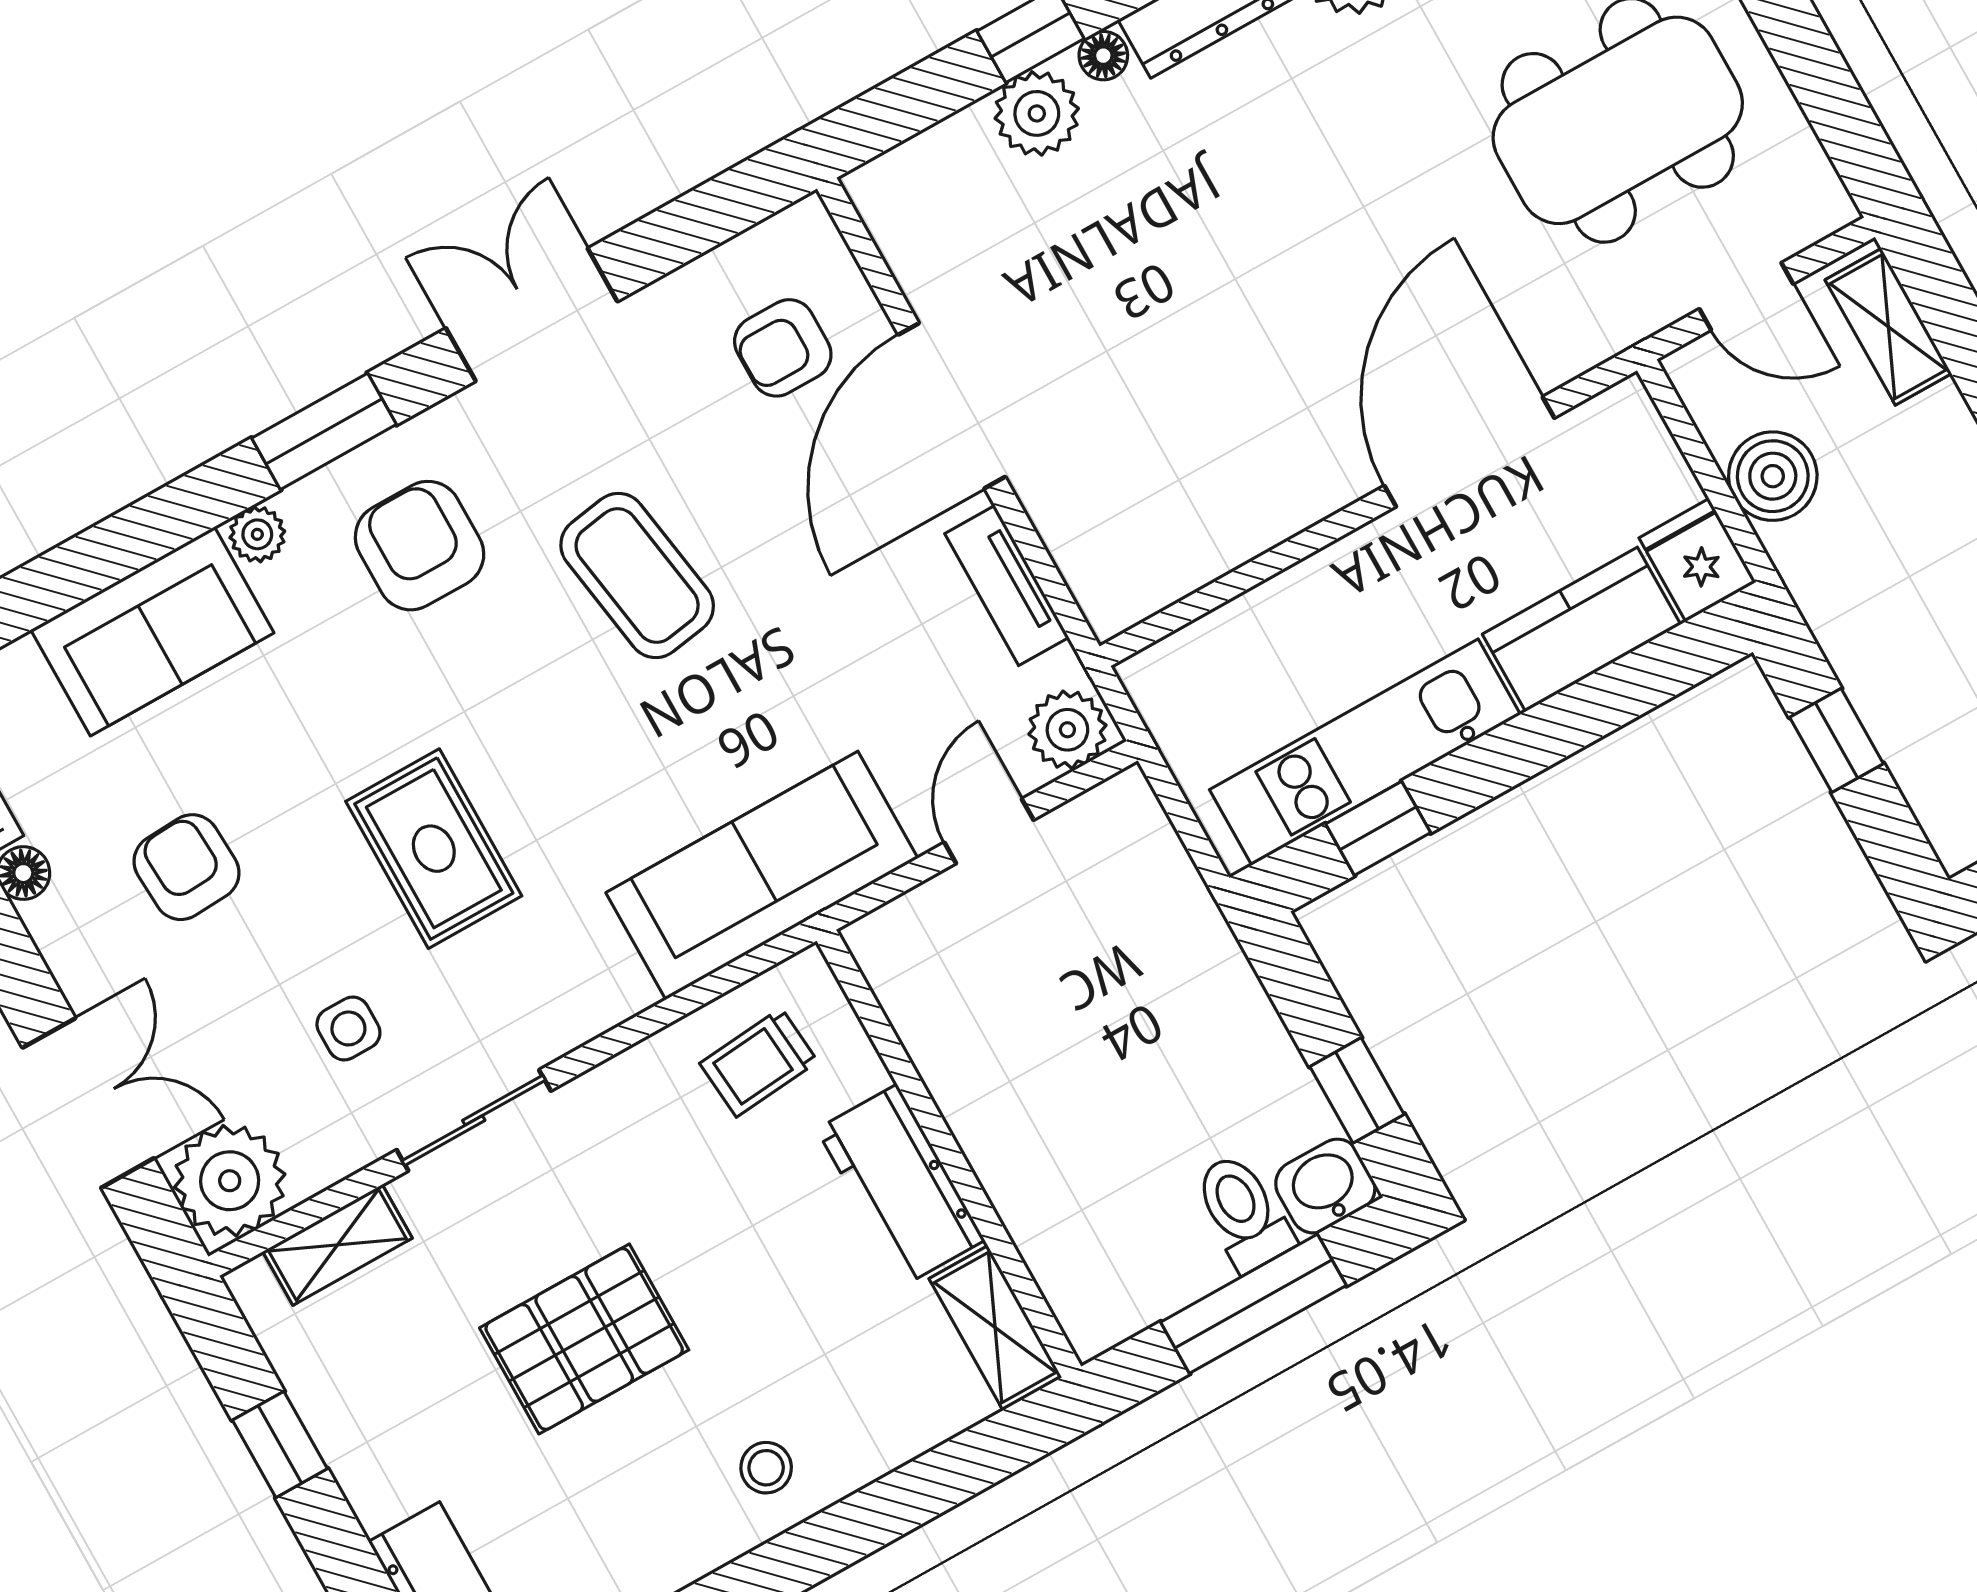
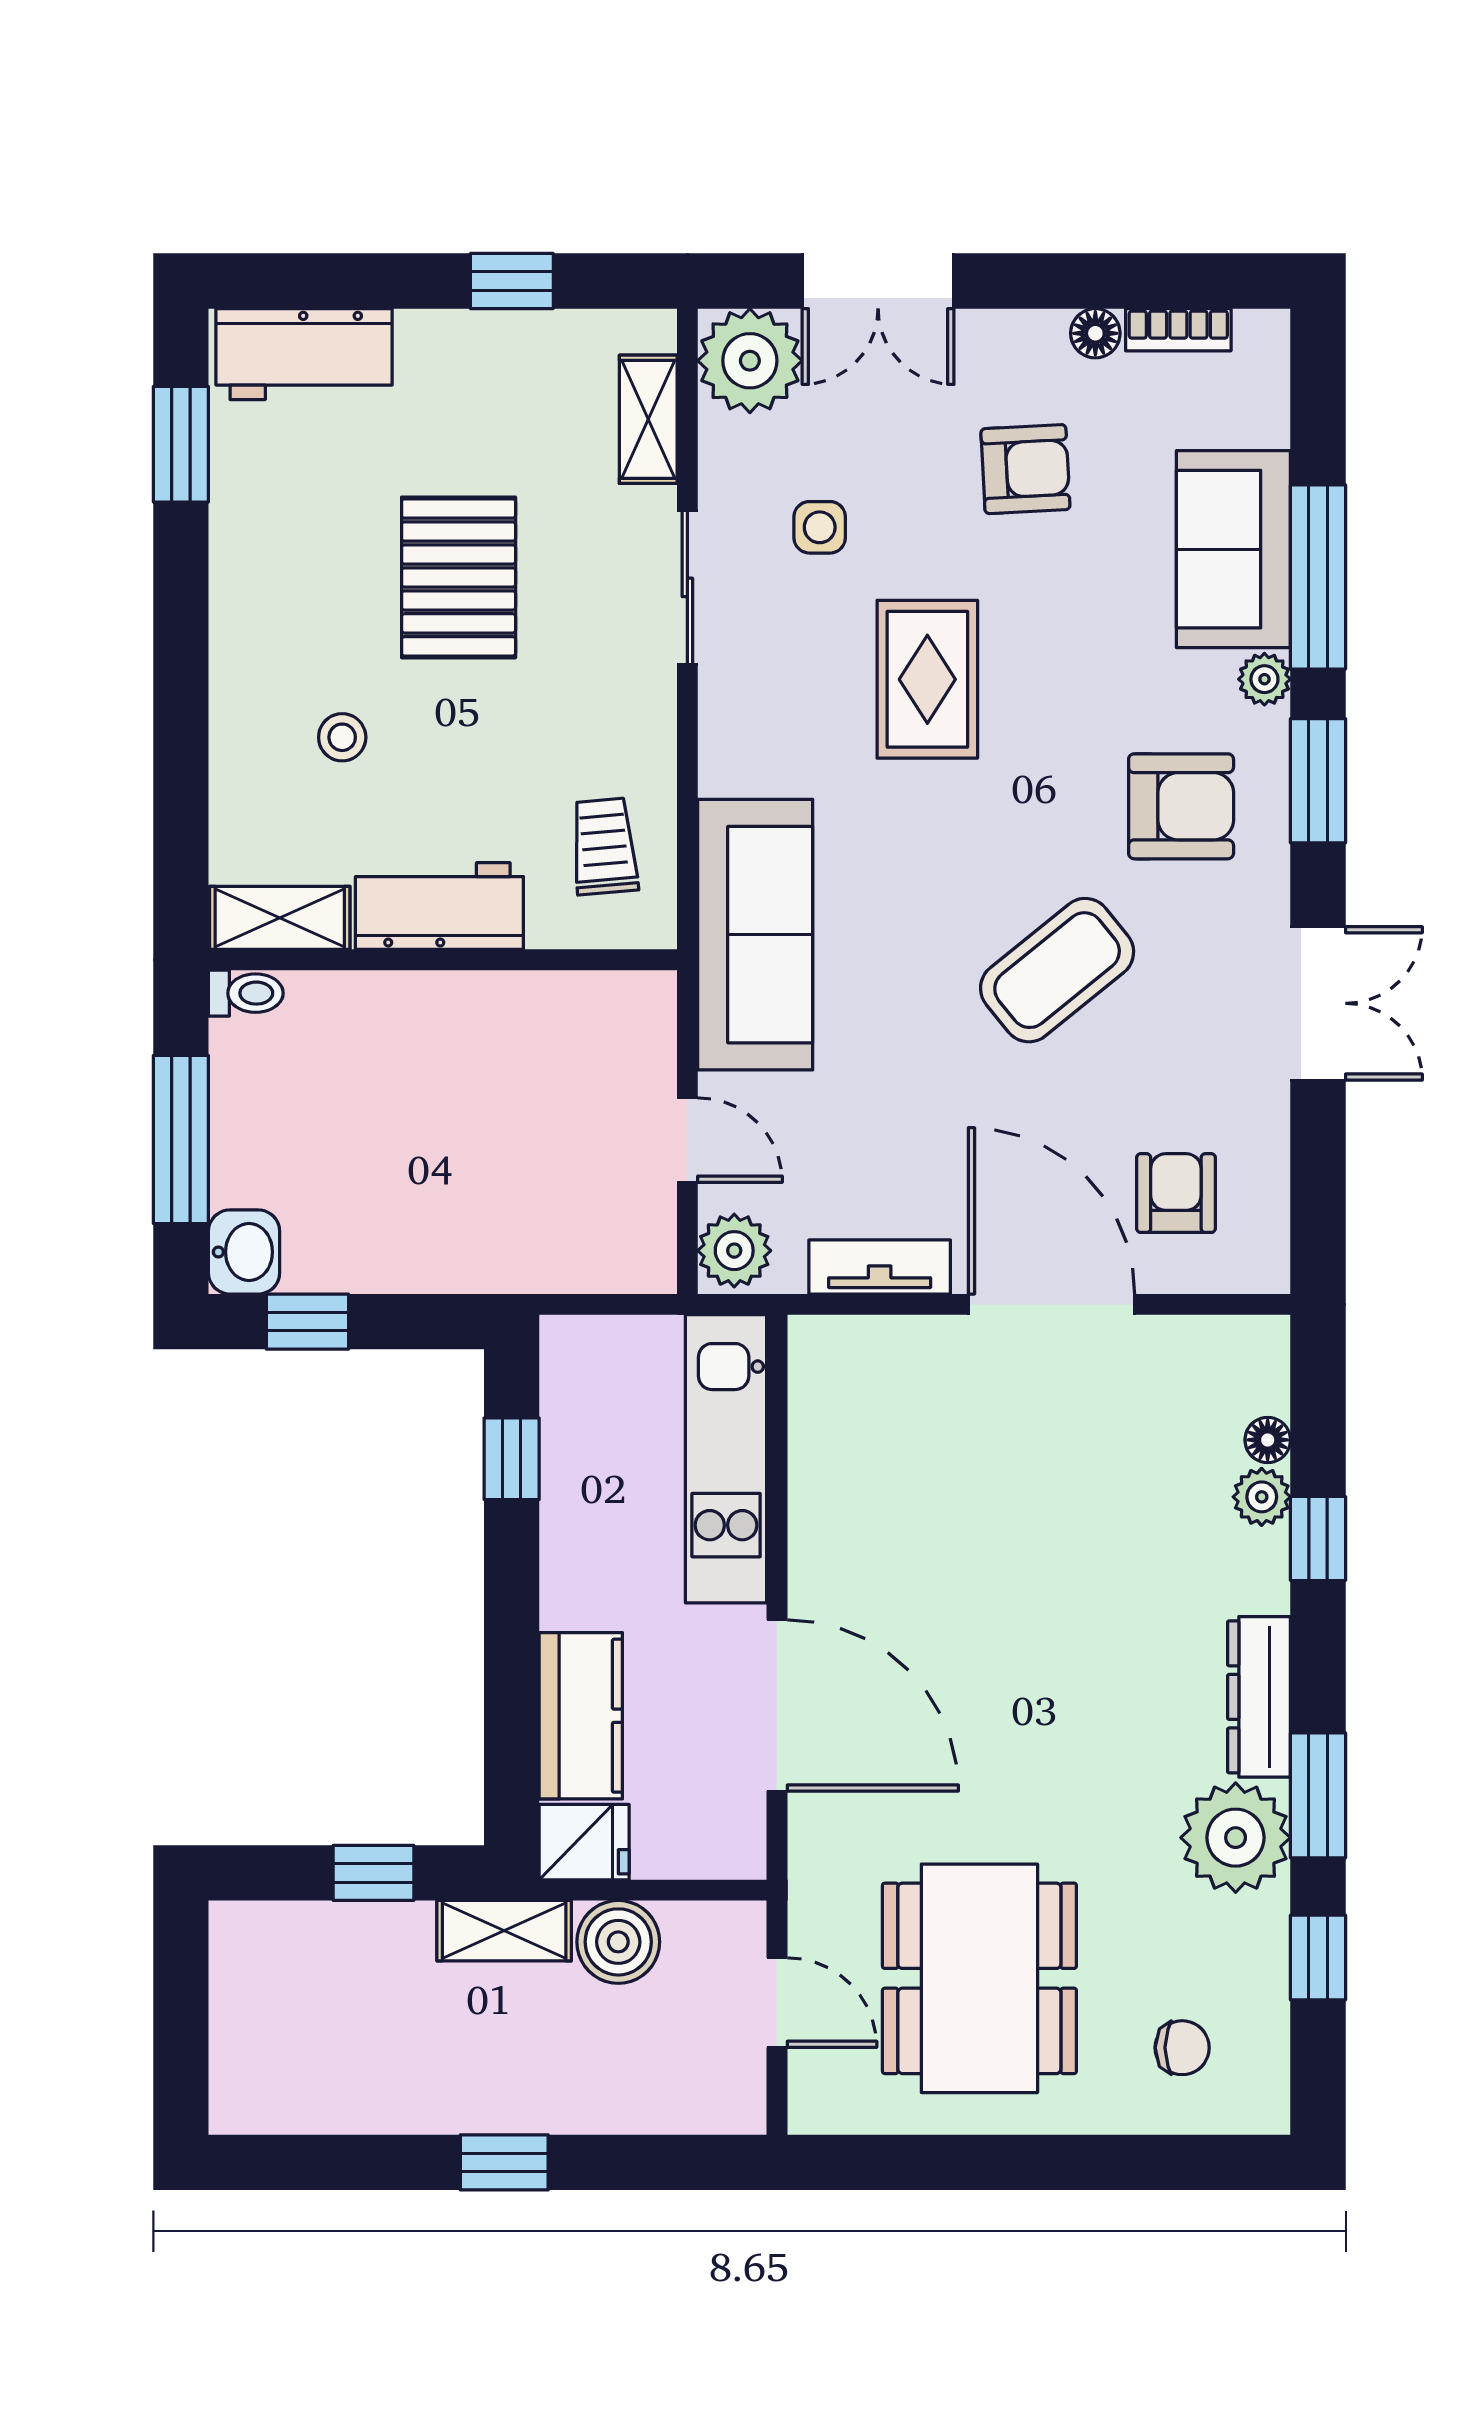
floor lamp: (1103, 56) -> (1268, 1440), moved
plant: (1037, 113) -> (1262, 1497), width x0.73, depth x0.73
door: (1746, 296) -> (777, 2003), swing flipped
shelving: (1888, 327) -> (504, 1931), moved
window: (134, 538) -> (1318, 577), added
coffee table: (637, 575) -> (1057, 970), turned -30
kitchen unit: (1365, 752) -> (726, 1459), moved, turned 180
rug: (434, 849) -> (927, 679), turned 90
toilet: (1243, 1212) -> (246, 993), moved, width x0.73, depth x0.72
stool: (766, 1468) -> (342, 737), moved

